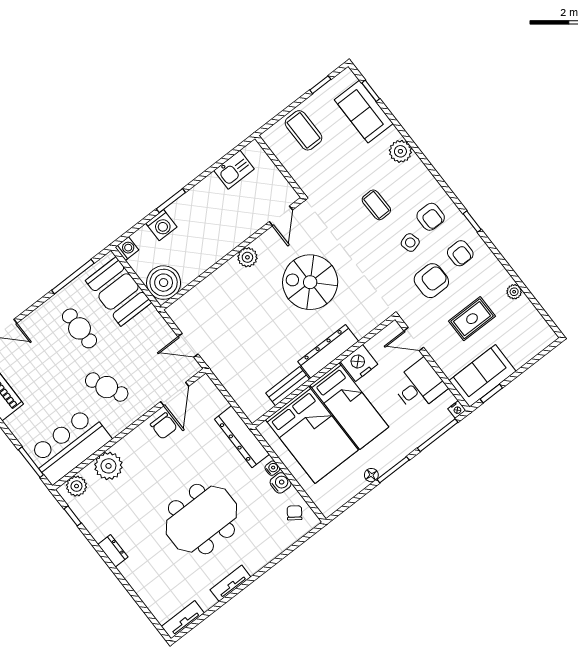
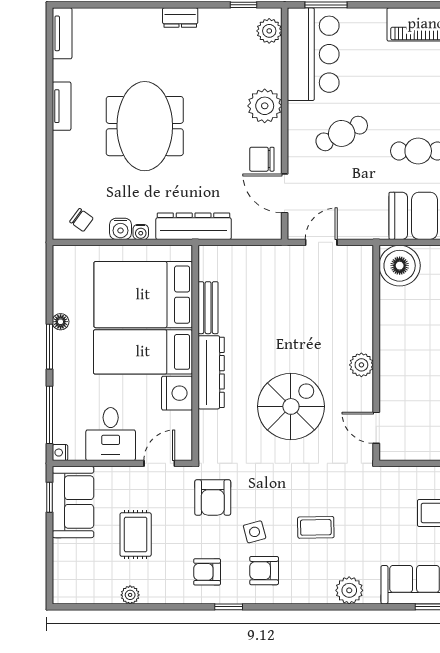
armchair: (431, 281) -> (213, 498), moved
plant: (108, 466) -> (265, 106), moved

